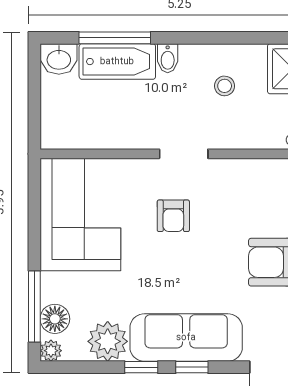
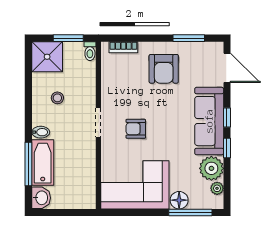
armchair: (173, 216) -> (136, 129), turned 180
floor lamp: (55, 319) -> (179, 200), moved
plant: (51, 351) -> (217, 188), moved

